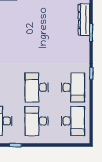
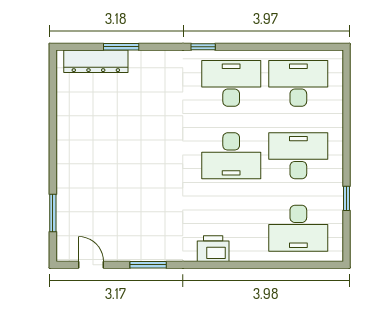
desk: (37, 121) -> (298, 156), turned 180

